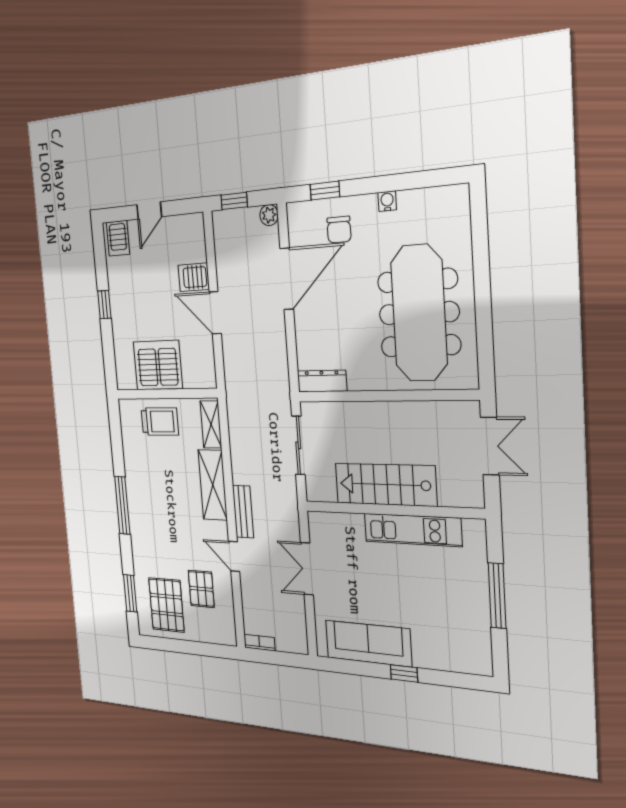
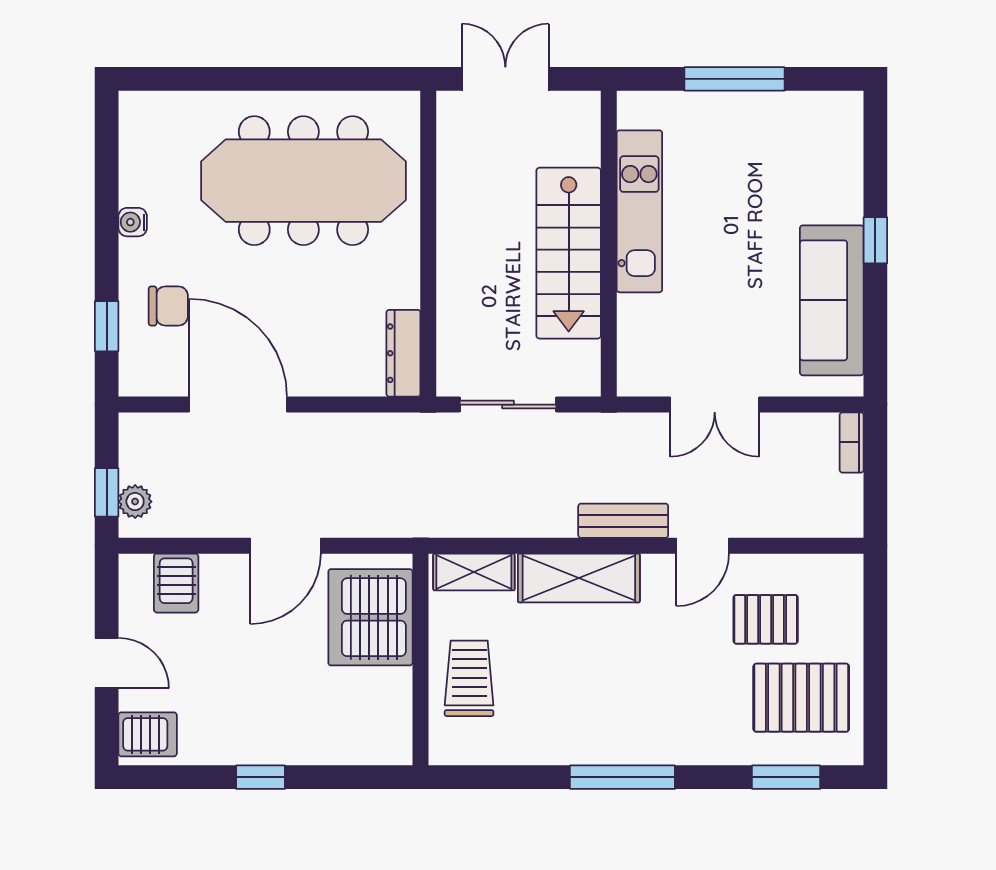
plant: (269, 215) -> (135, 502), moved
server rack: (194, 277) -> (176, 583), moved
server rack: (158, 365) -> (370, 617), moved
bookcase: (259, 643) -> (852, 442), moved

